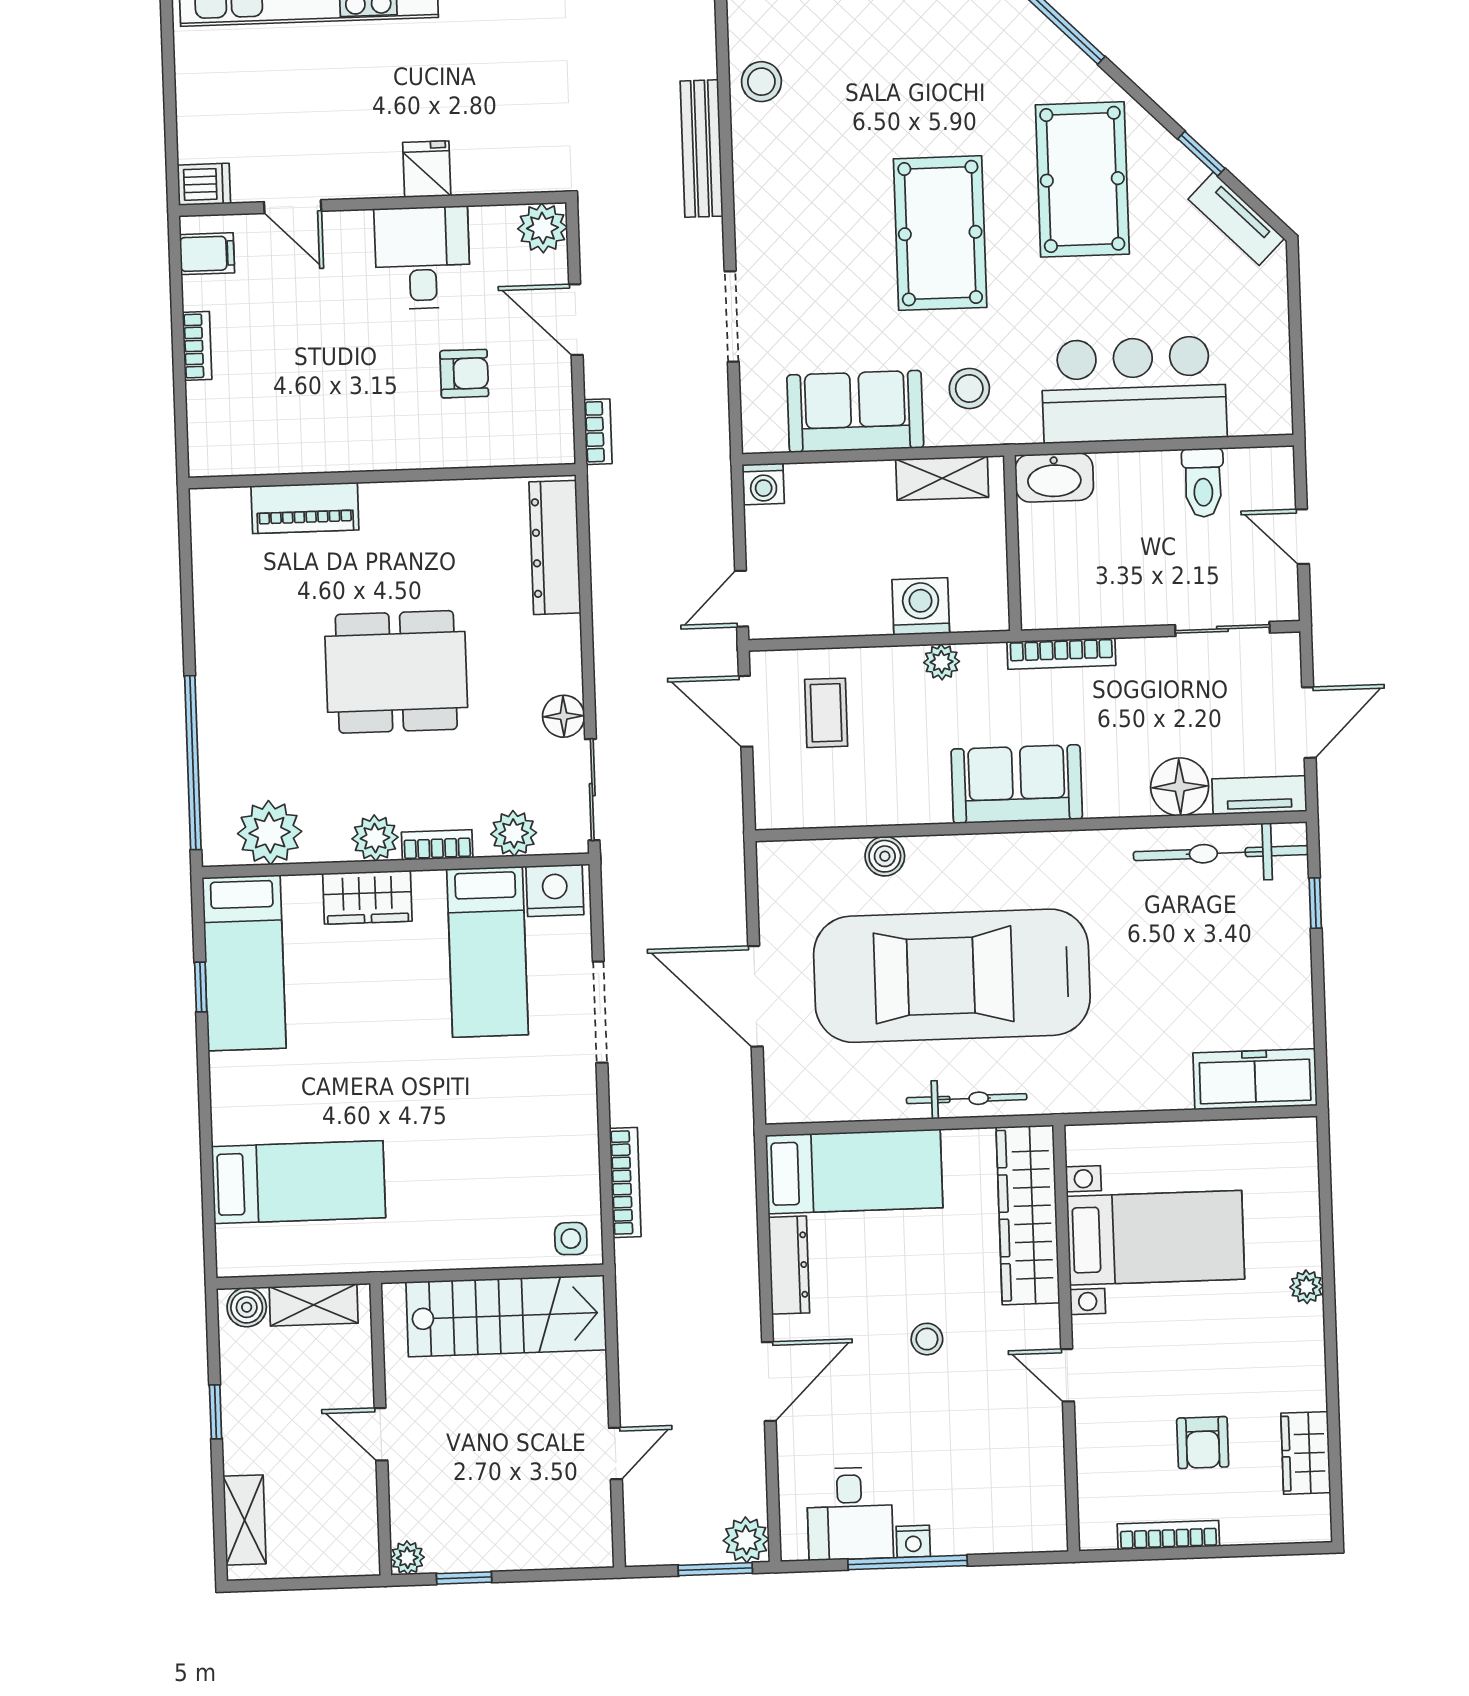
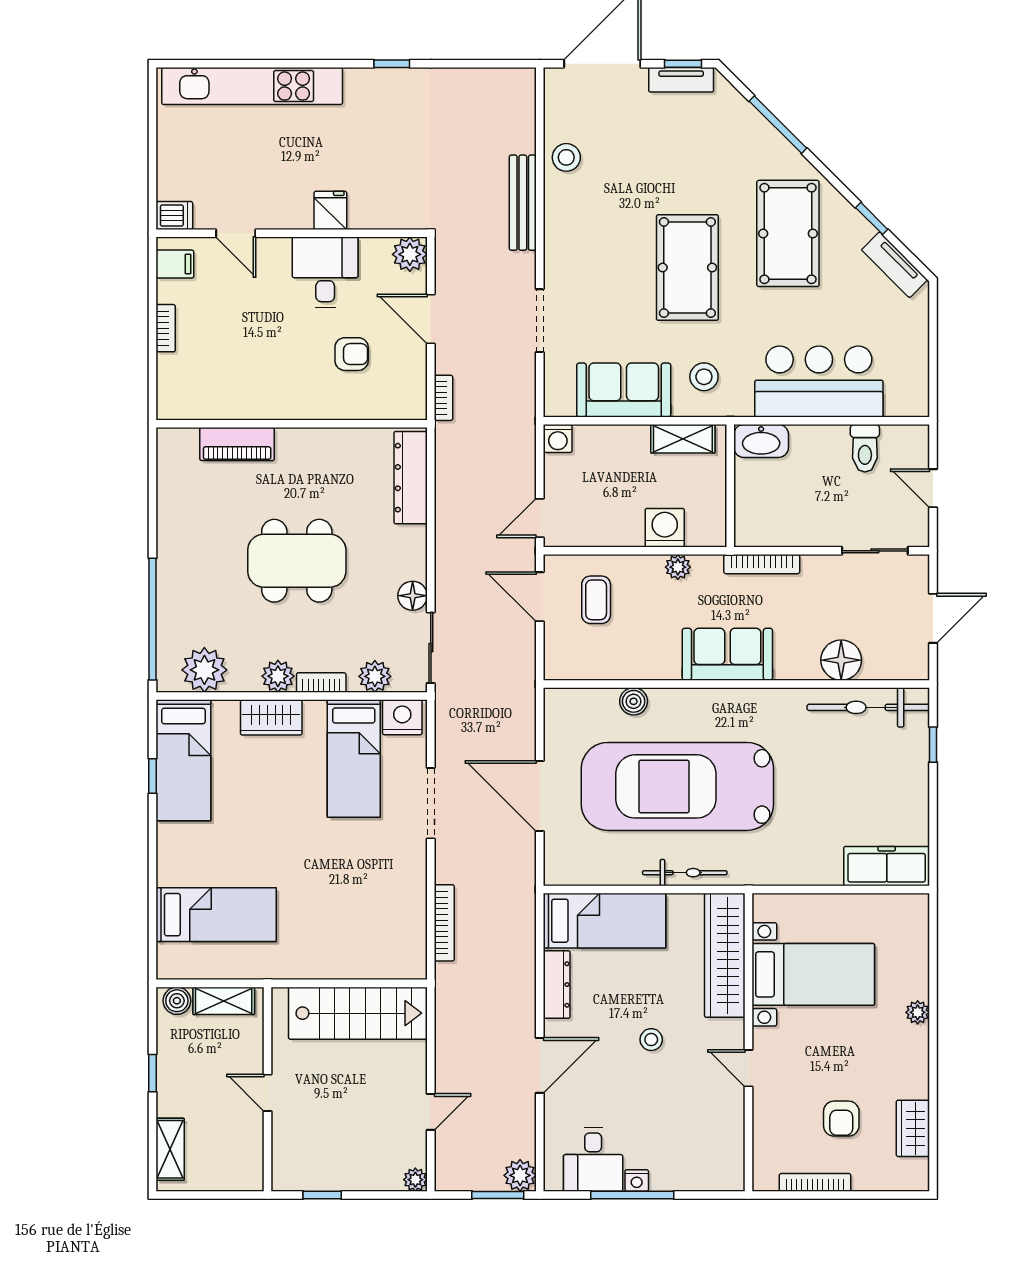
tv unit: (1259, 795) -> (897, 668), removed
side table: (571, 1239) -> (405, 961), removed
plant: (407, 1558) -> (415, 1180), moved

